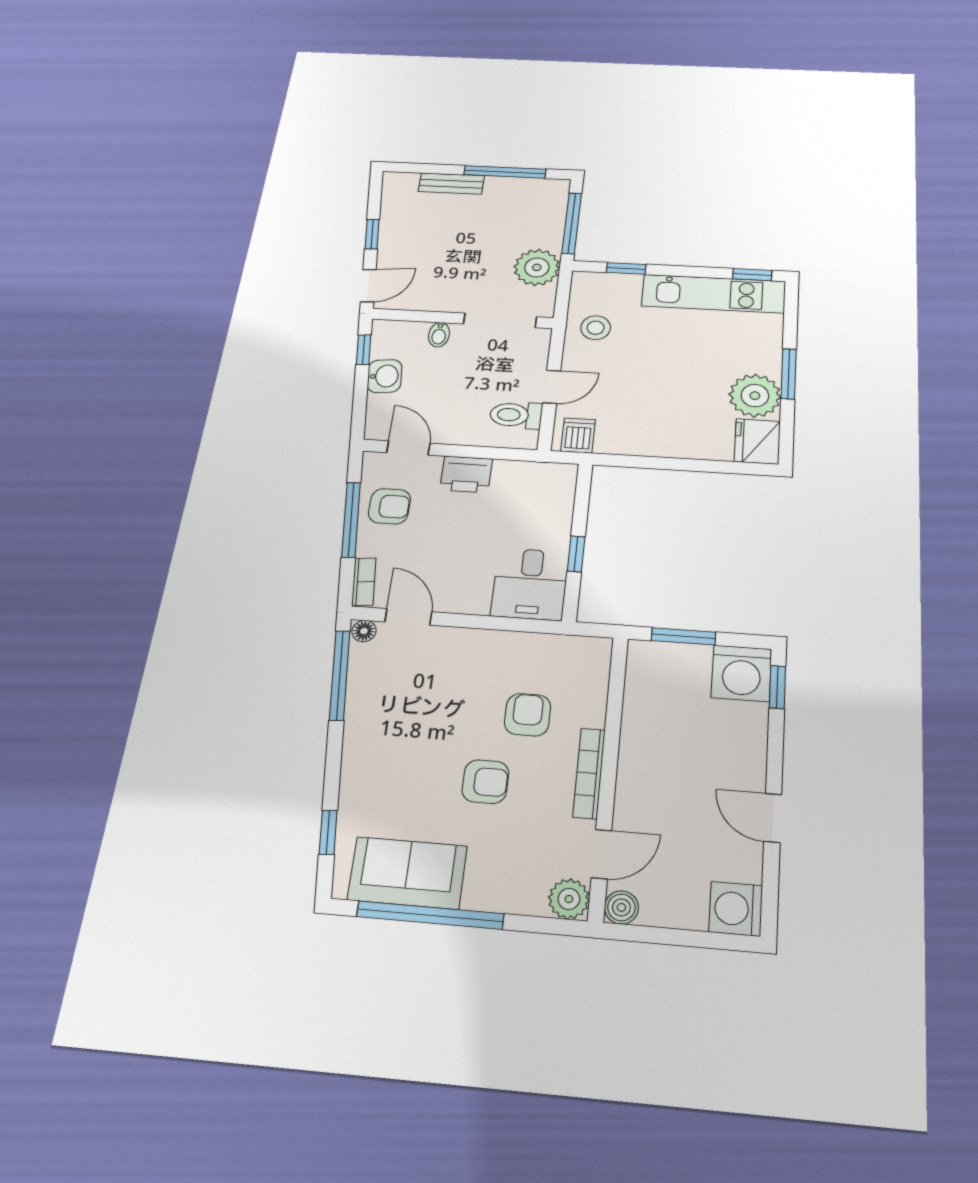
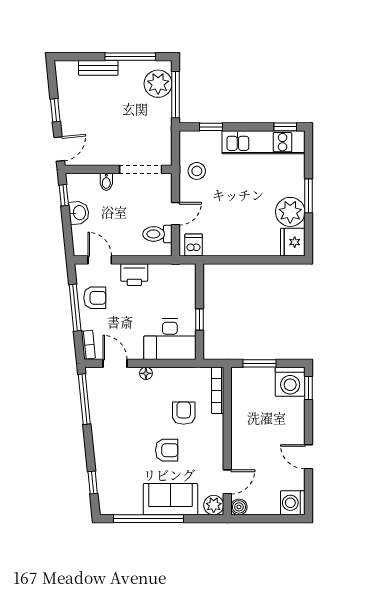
plant: (537, 267) -> (158, 84), moved
desk: (530, 584) -> (170, 339), width x1.37
floor lamp: (364, 631) -> (146, 373), moved
bookcase: (589, 773) -> (218, 390), moved
sofa: (407, 873) -> (170, 499), moved

